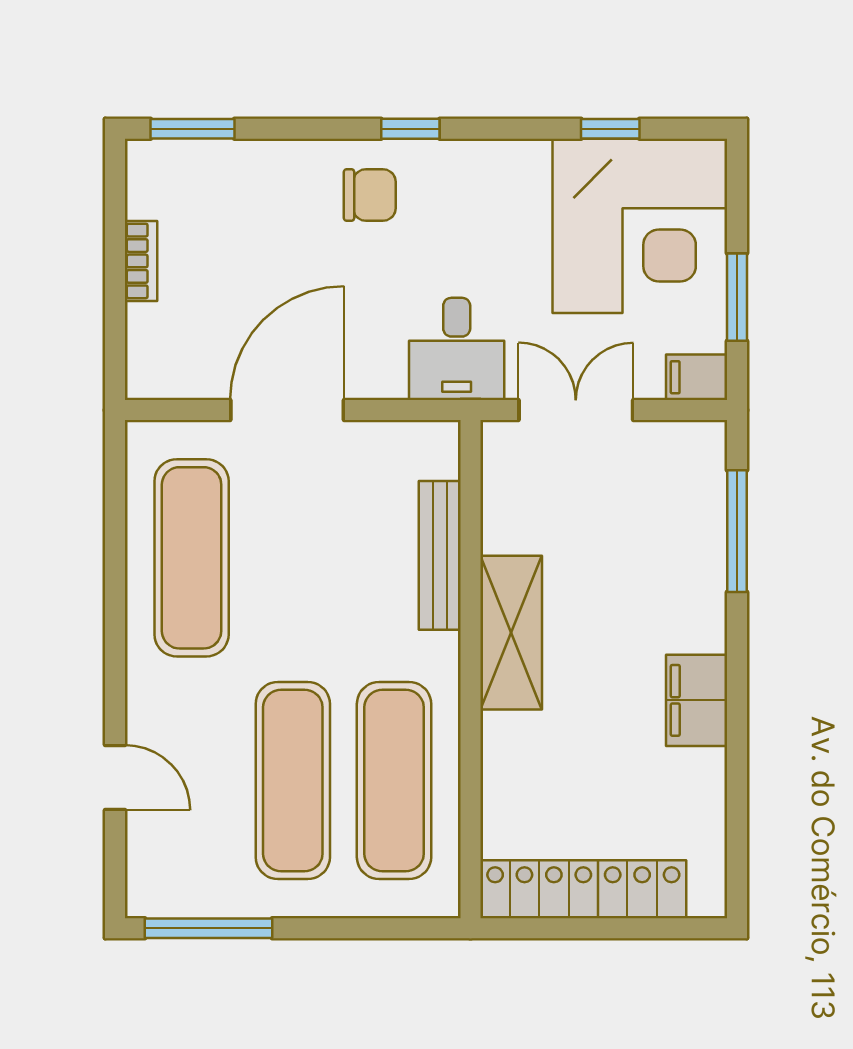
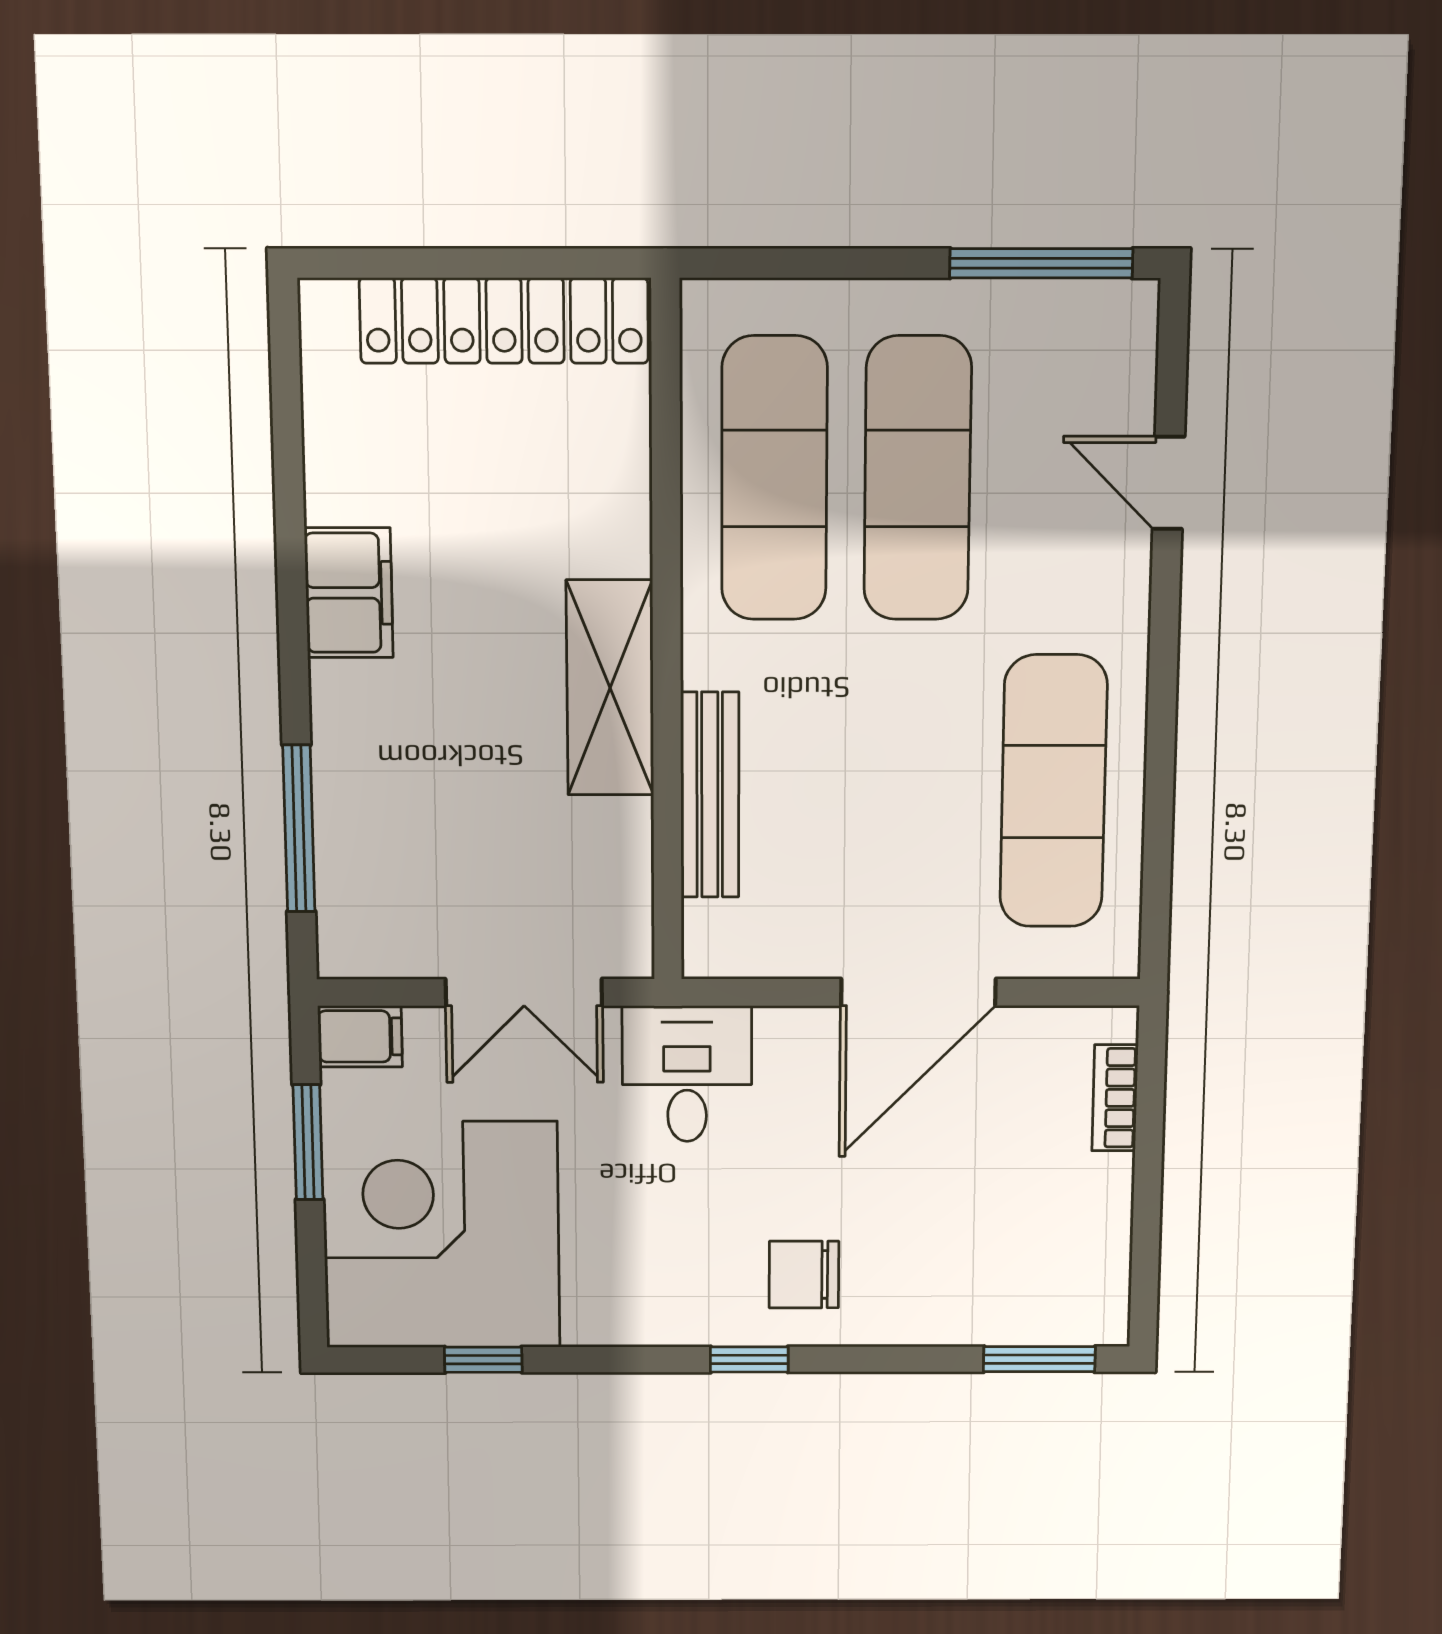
bookcase: (141, 261) -> (1115, 1098), moved

